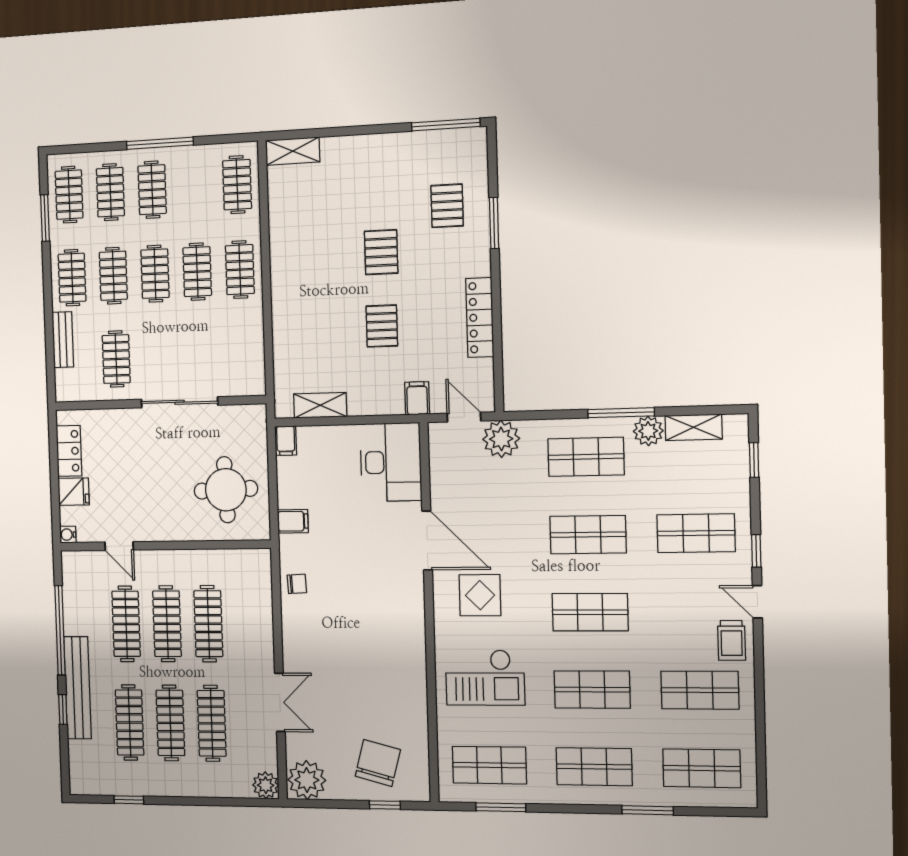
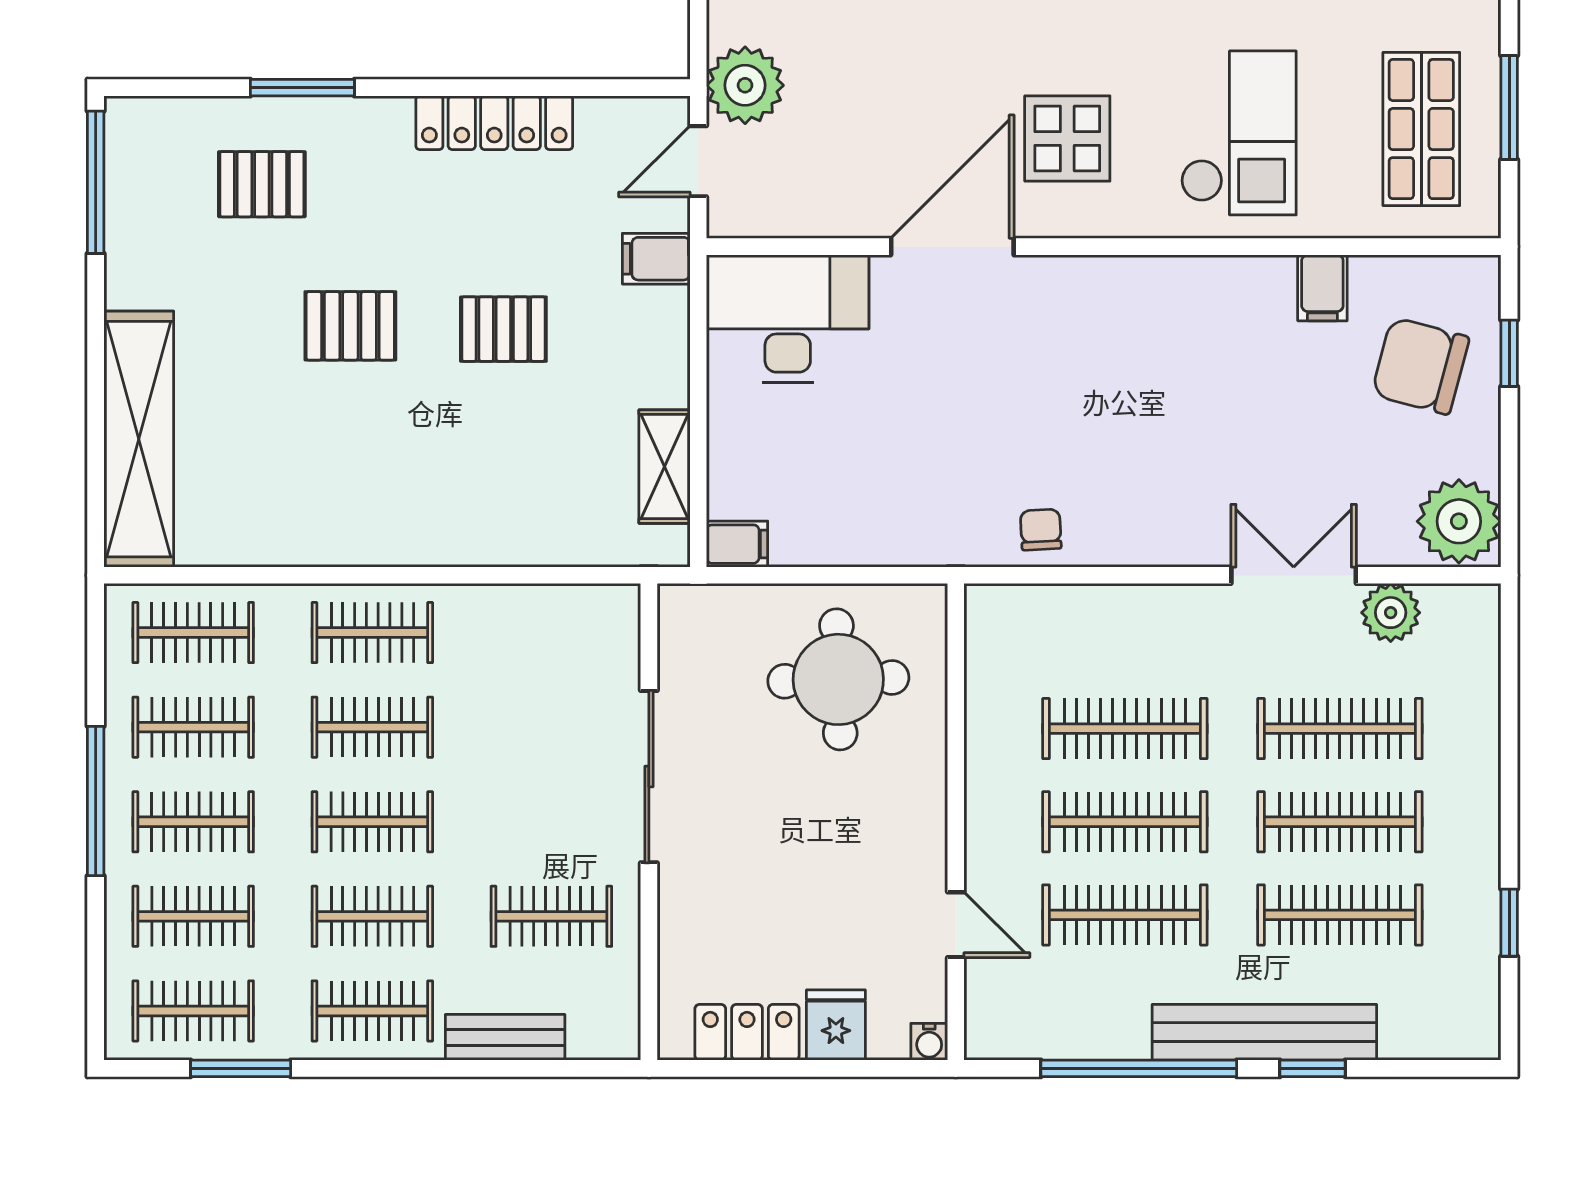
shelving: (293, 151) -> (139, 439), width x2.20, depth x1.33
clothes rail: (194, 187) -> (193, 727), added
filing cabinet: (293, 521) -> (1322, 288), moved, turned 180
door: (119, 546) -> (956, 925), hinge flipped
plant: (266, 785) -> (1391, 613), moved

